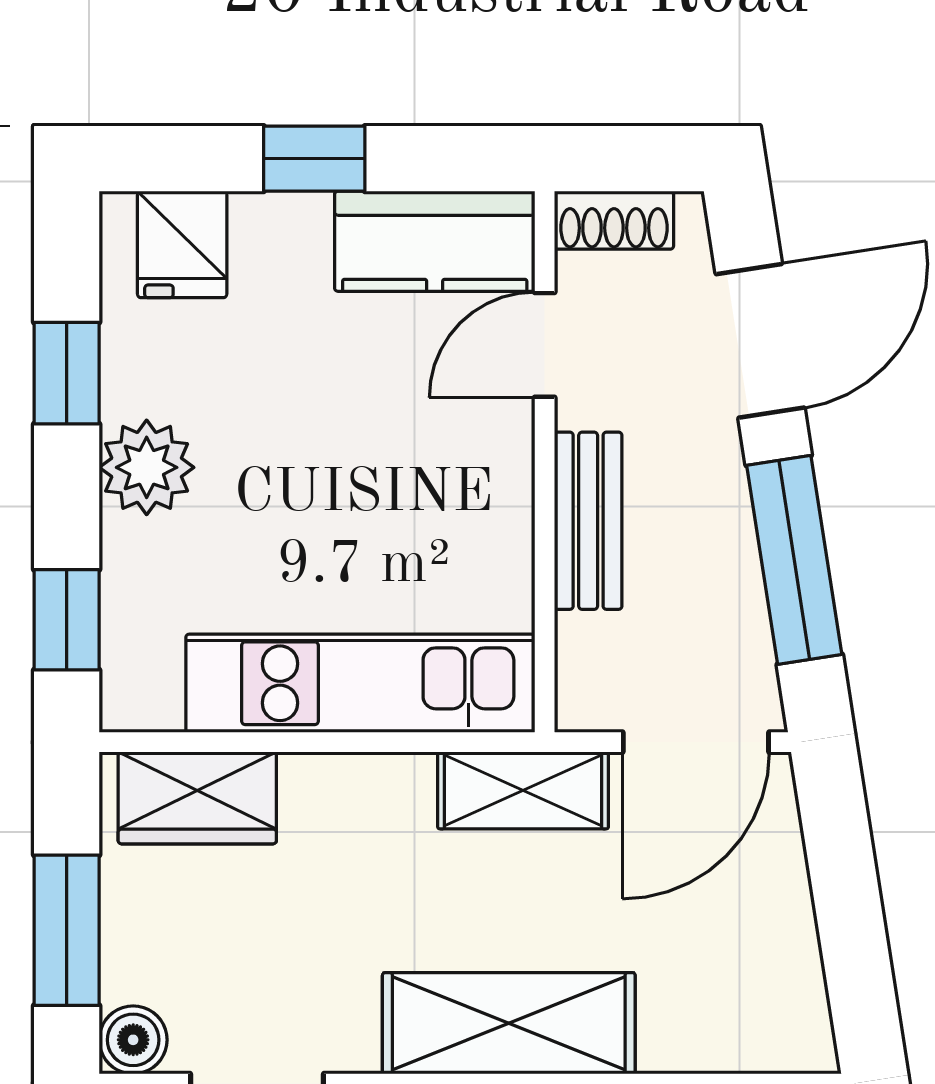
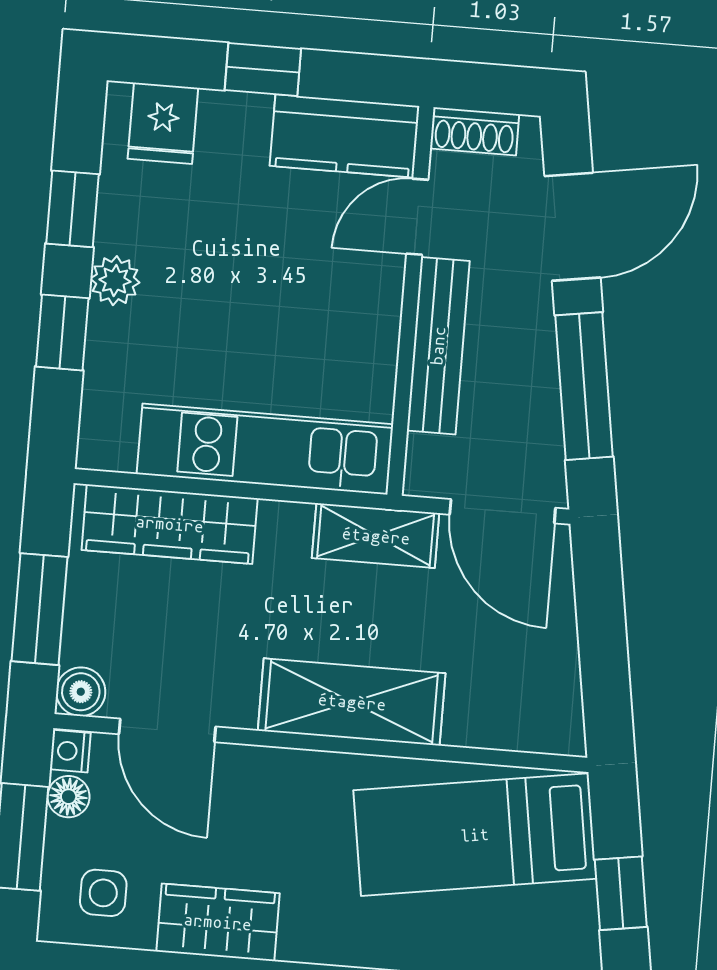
plant: (147, 467) -> (115, 281), width x0.73, depth x0.73
bench: (588, 521) -> (438, 346), width x1.36
window: (67, 620) -> (62, 332), moved
door: (696, 742) -> (503, 511), hinge flipped
wardrobe: (197, 798) -> (170, 524), width x1.50

